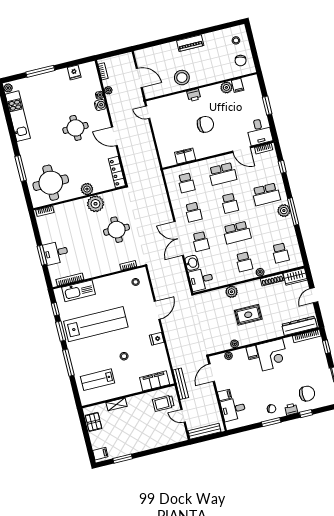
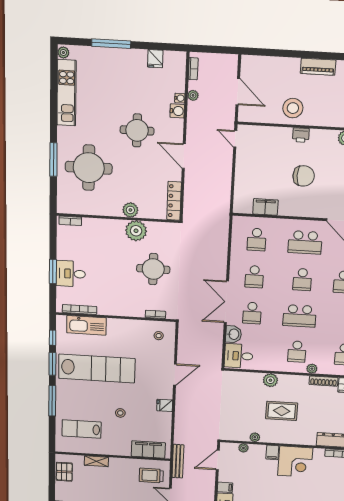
round table: (51, 183) -> (89, 168), moved

